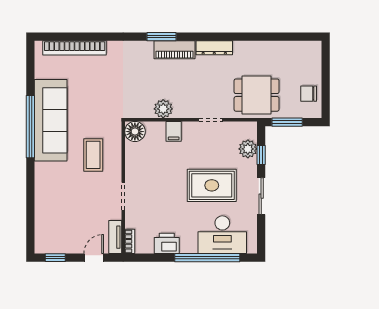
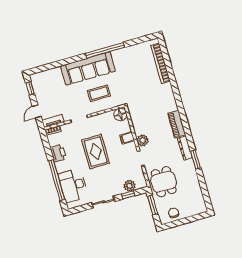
window: (162, 37) -> (196, 160), moved
plant: (163, 109) -> (143, 140), moved
sofa: (51, 120) -> (88, 69), moved
rug: (212, 185) -> (96, 152), moved
door: (94, 258) -> (37, 112), swing flipped

